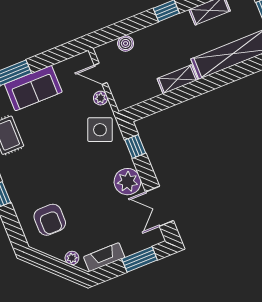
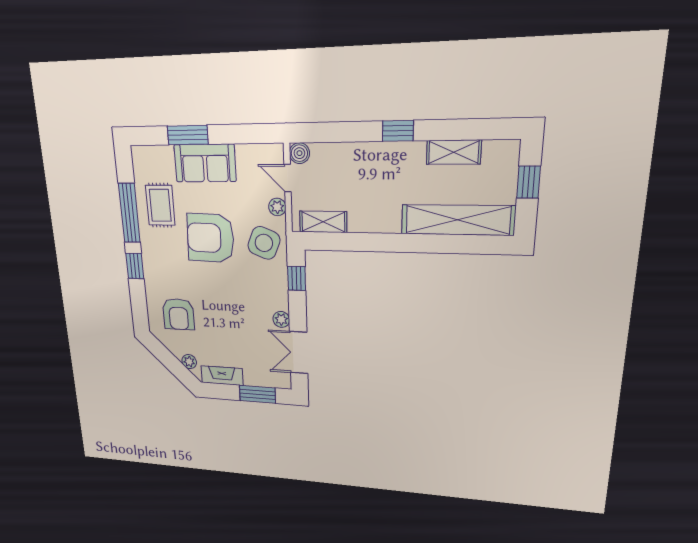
boiler: (126, 43) -> (299, 153), moved
shelving: (177, 79) -> (323, 222), moved
armchair: (56, 144) -> (210, 238), added
plant: (127, 182) -> (281, 319), width x0.53, depth x0.53

